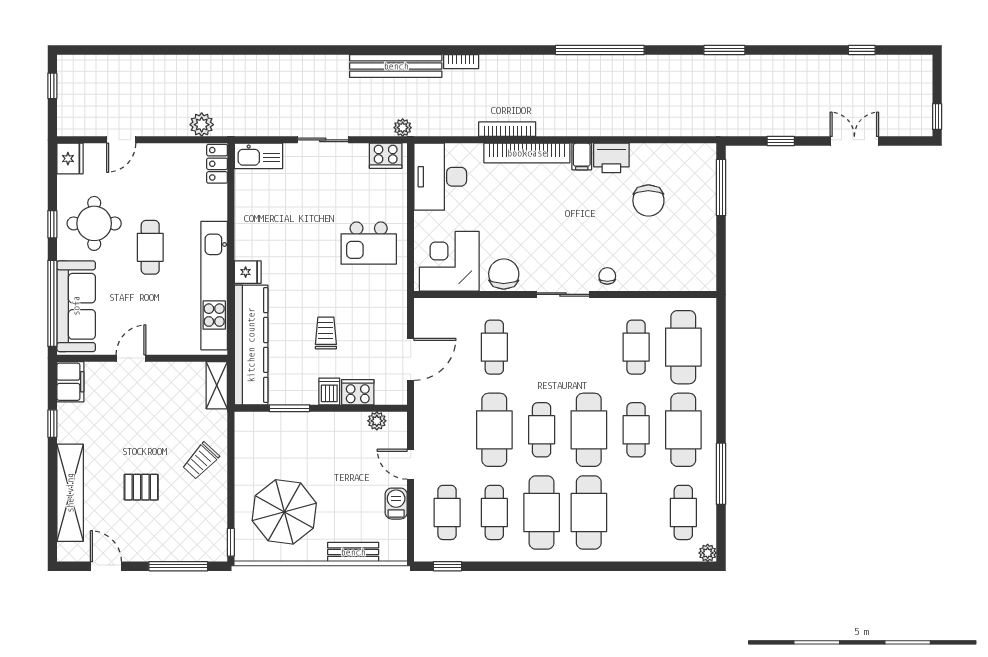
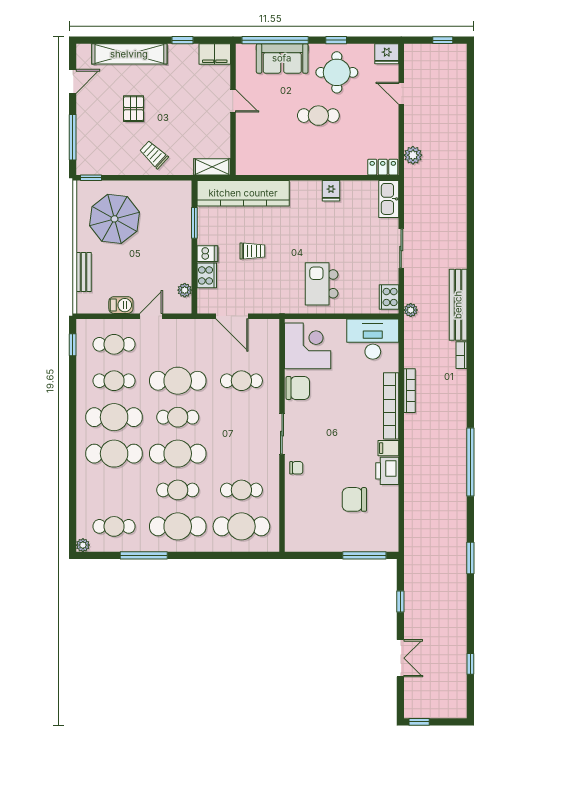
fridge: (248, 272) -> (331, 191), moved
kitchen unit: (214, 286) -> (289, 165), removed
sofa: (76, 306) -> (282, 58), width x0.73

